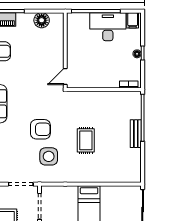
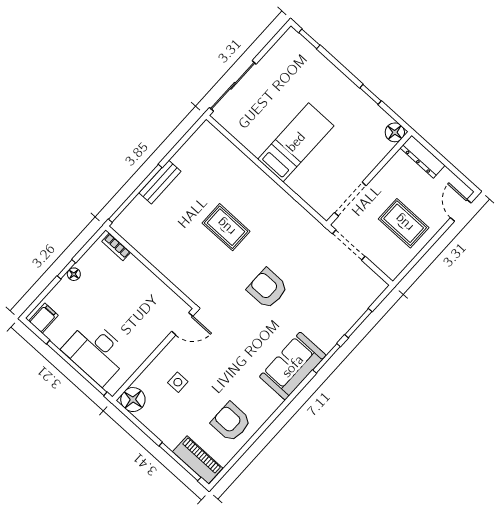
floor lamp: (42, 20) -> (133, 400), moved
desk: (108, 27) -> (96, 352), moved
rug: (86, 140) -> (226, 227), turned 90
side table: (49, 156) -> (178, 382), moved, width x0.54, depth x0.54

